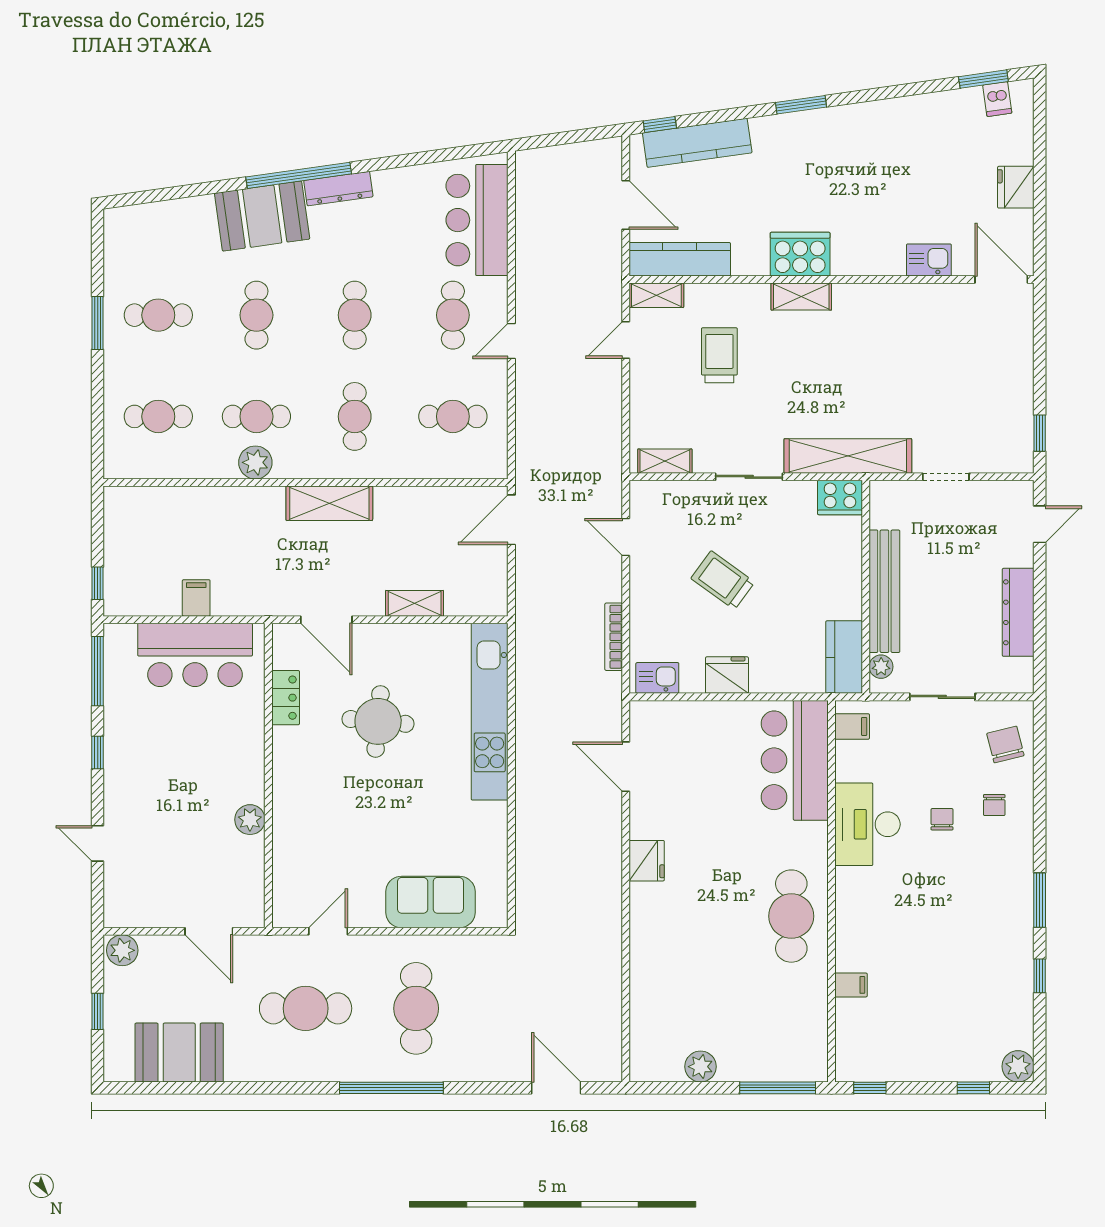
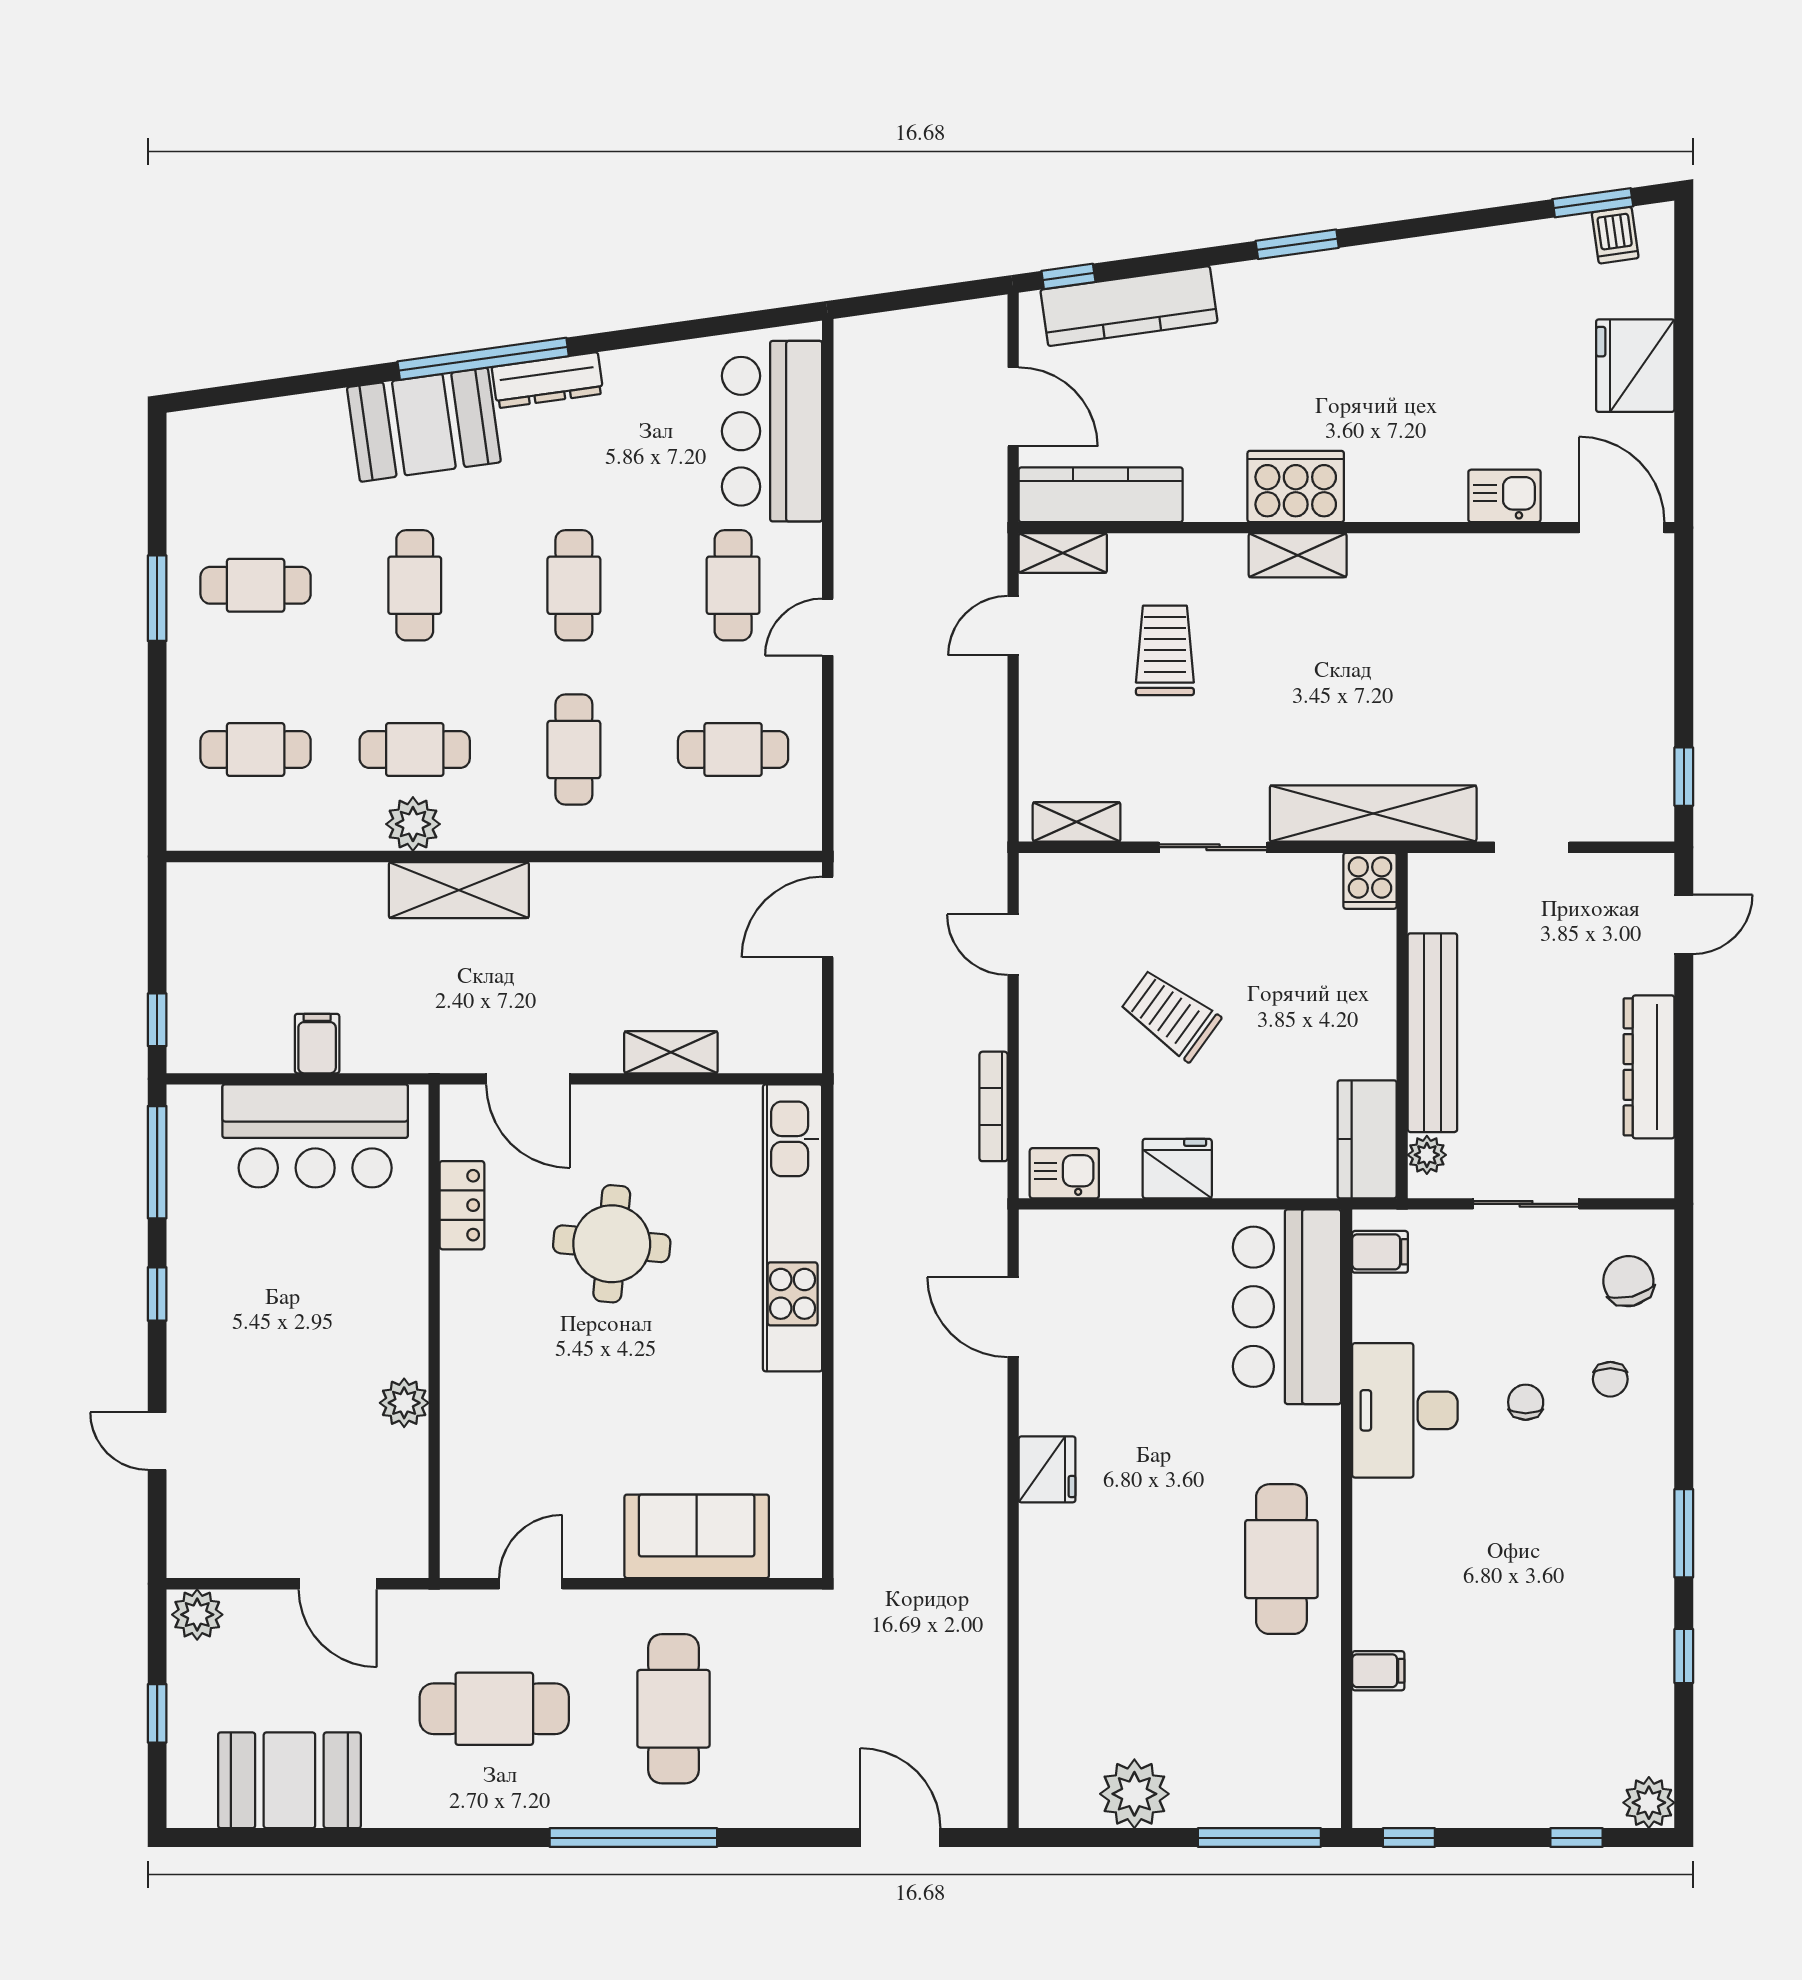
fridge: (1016, 187) -> (1635, 366), width x1.36, depth x1.34
cooker: (840, 498) -> (1370, 881), width x0.73
shelving: (329, 503) -> (459, 890), moved
plant: (701, 1067) -> (1134, 1794), width x1.36, depth x1.36

